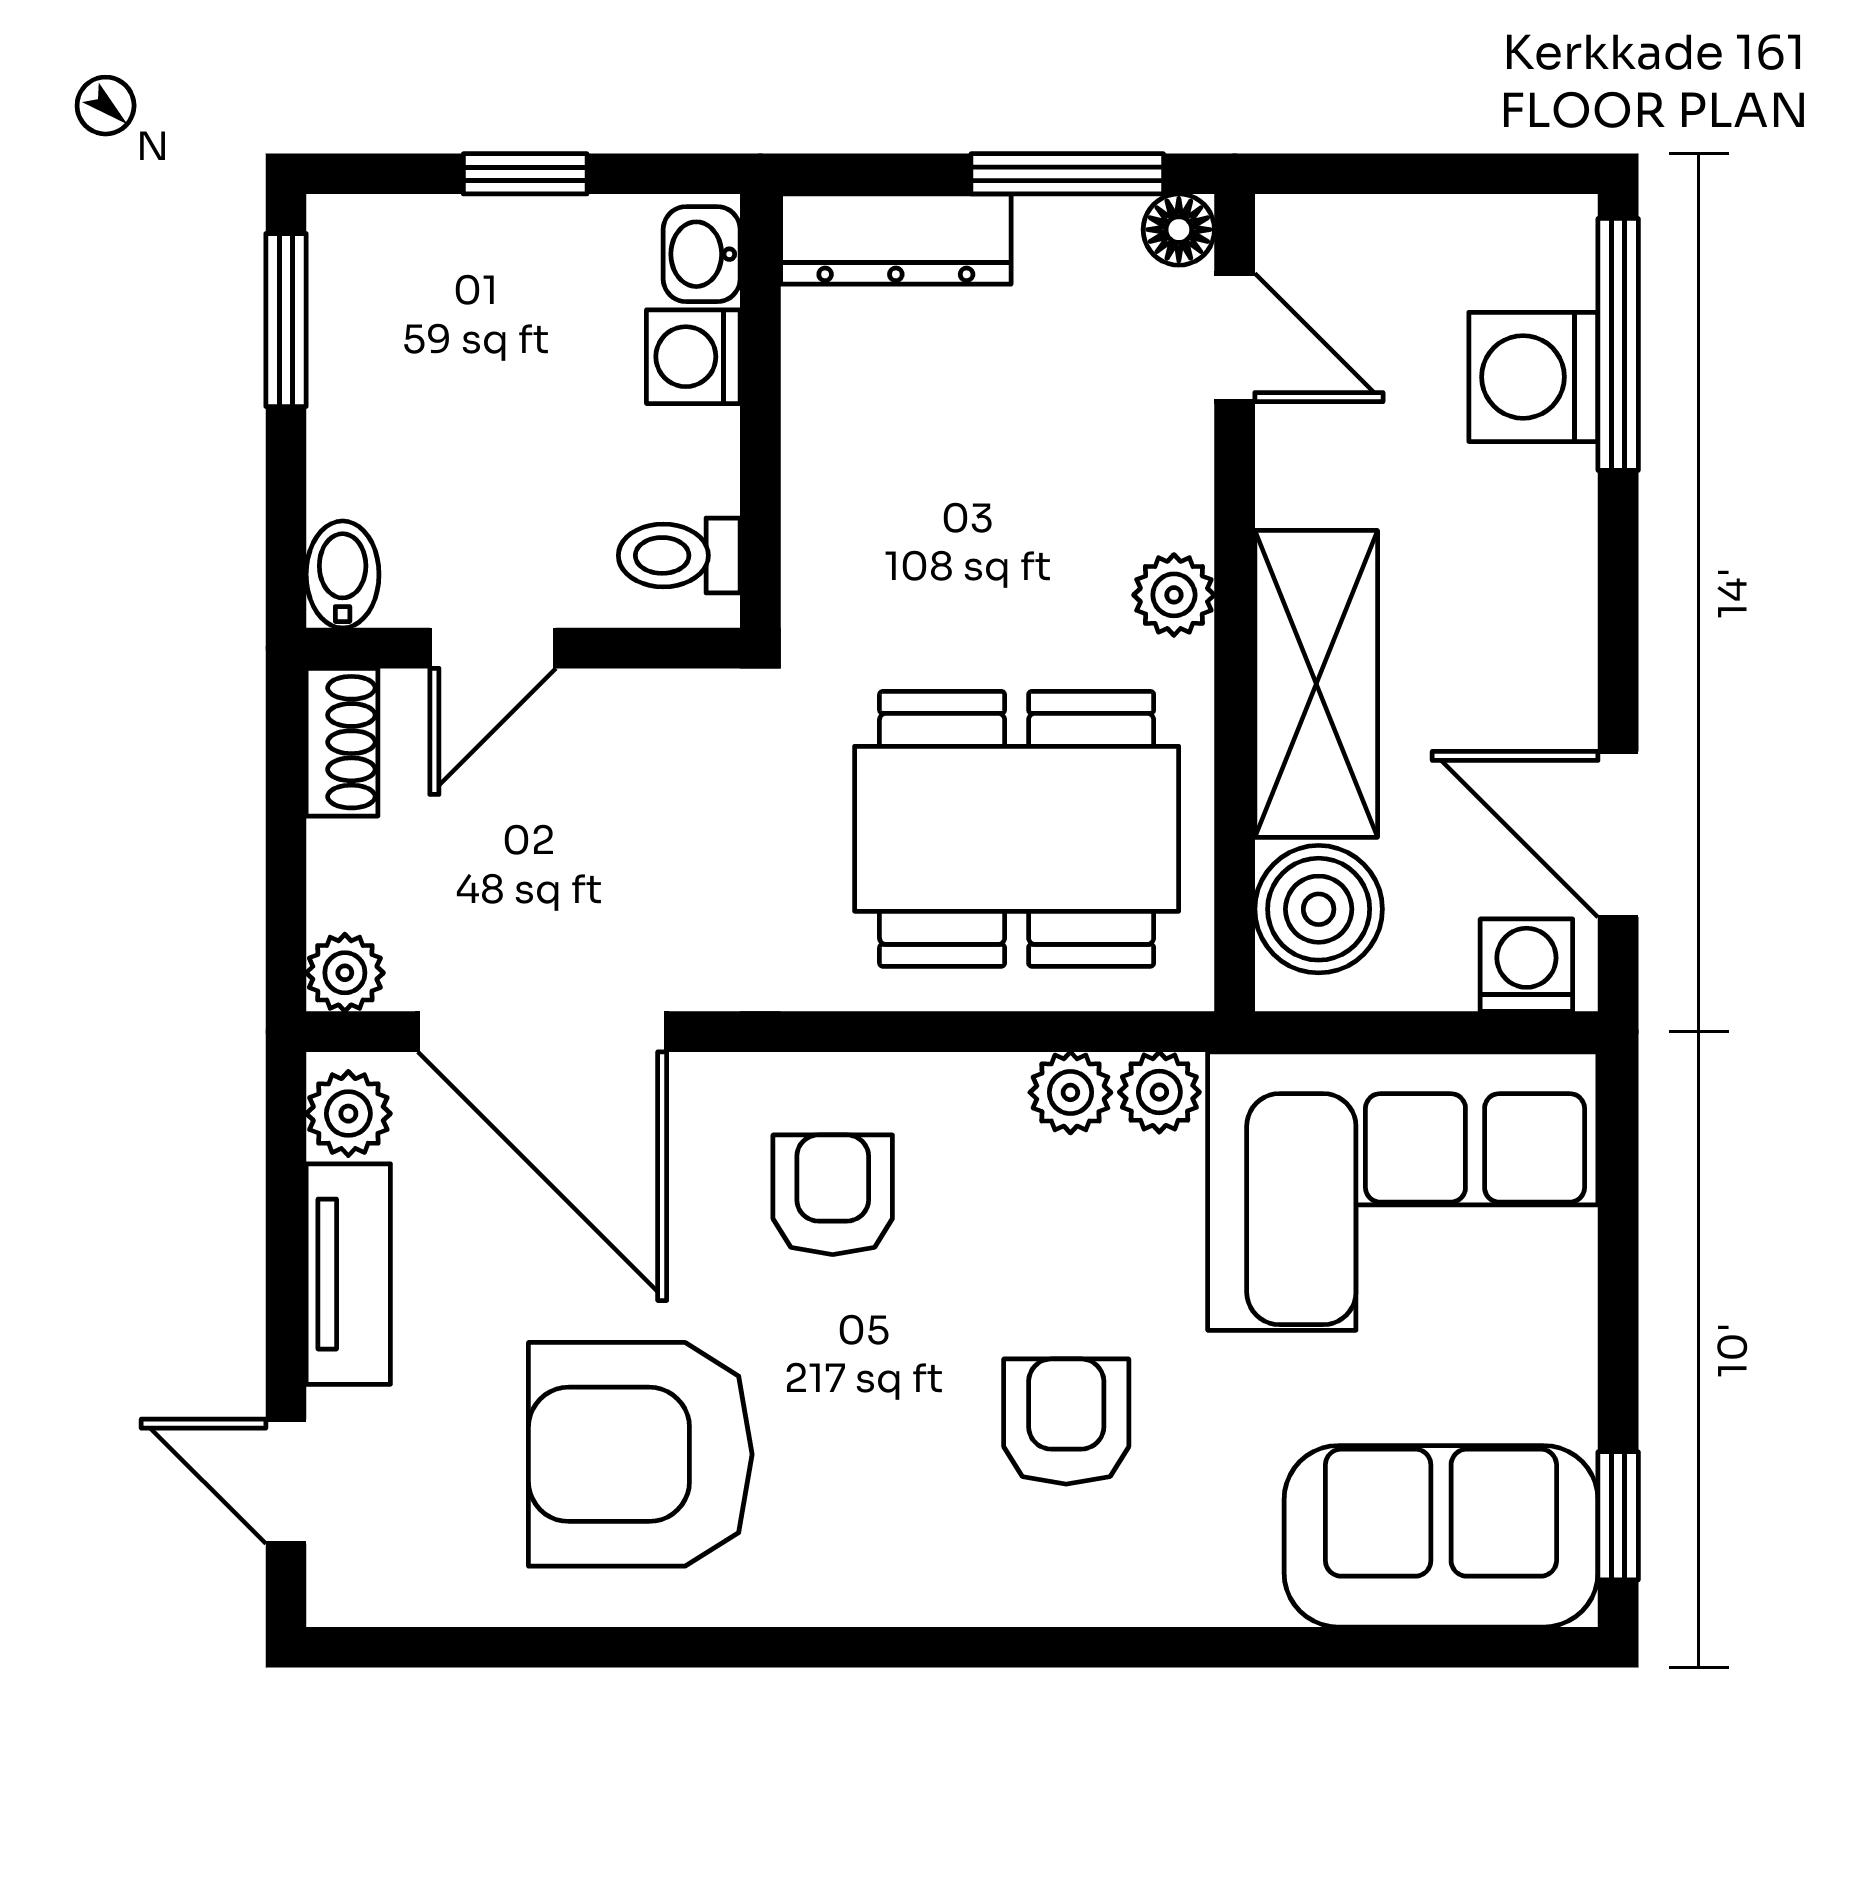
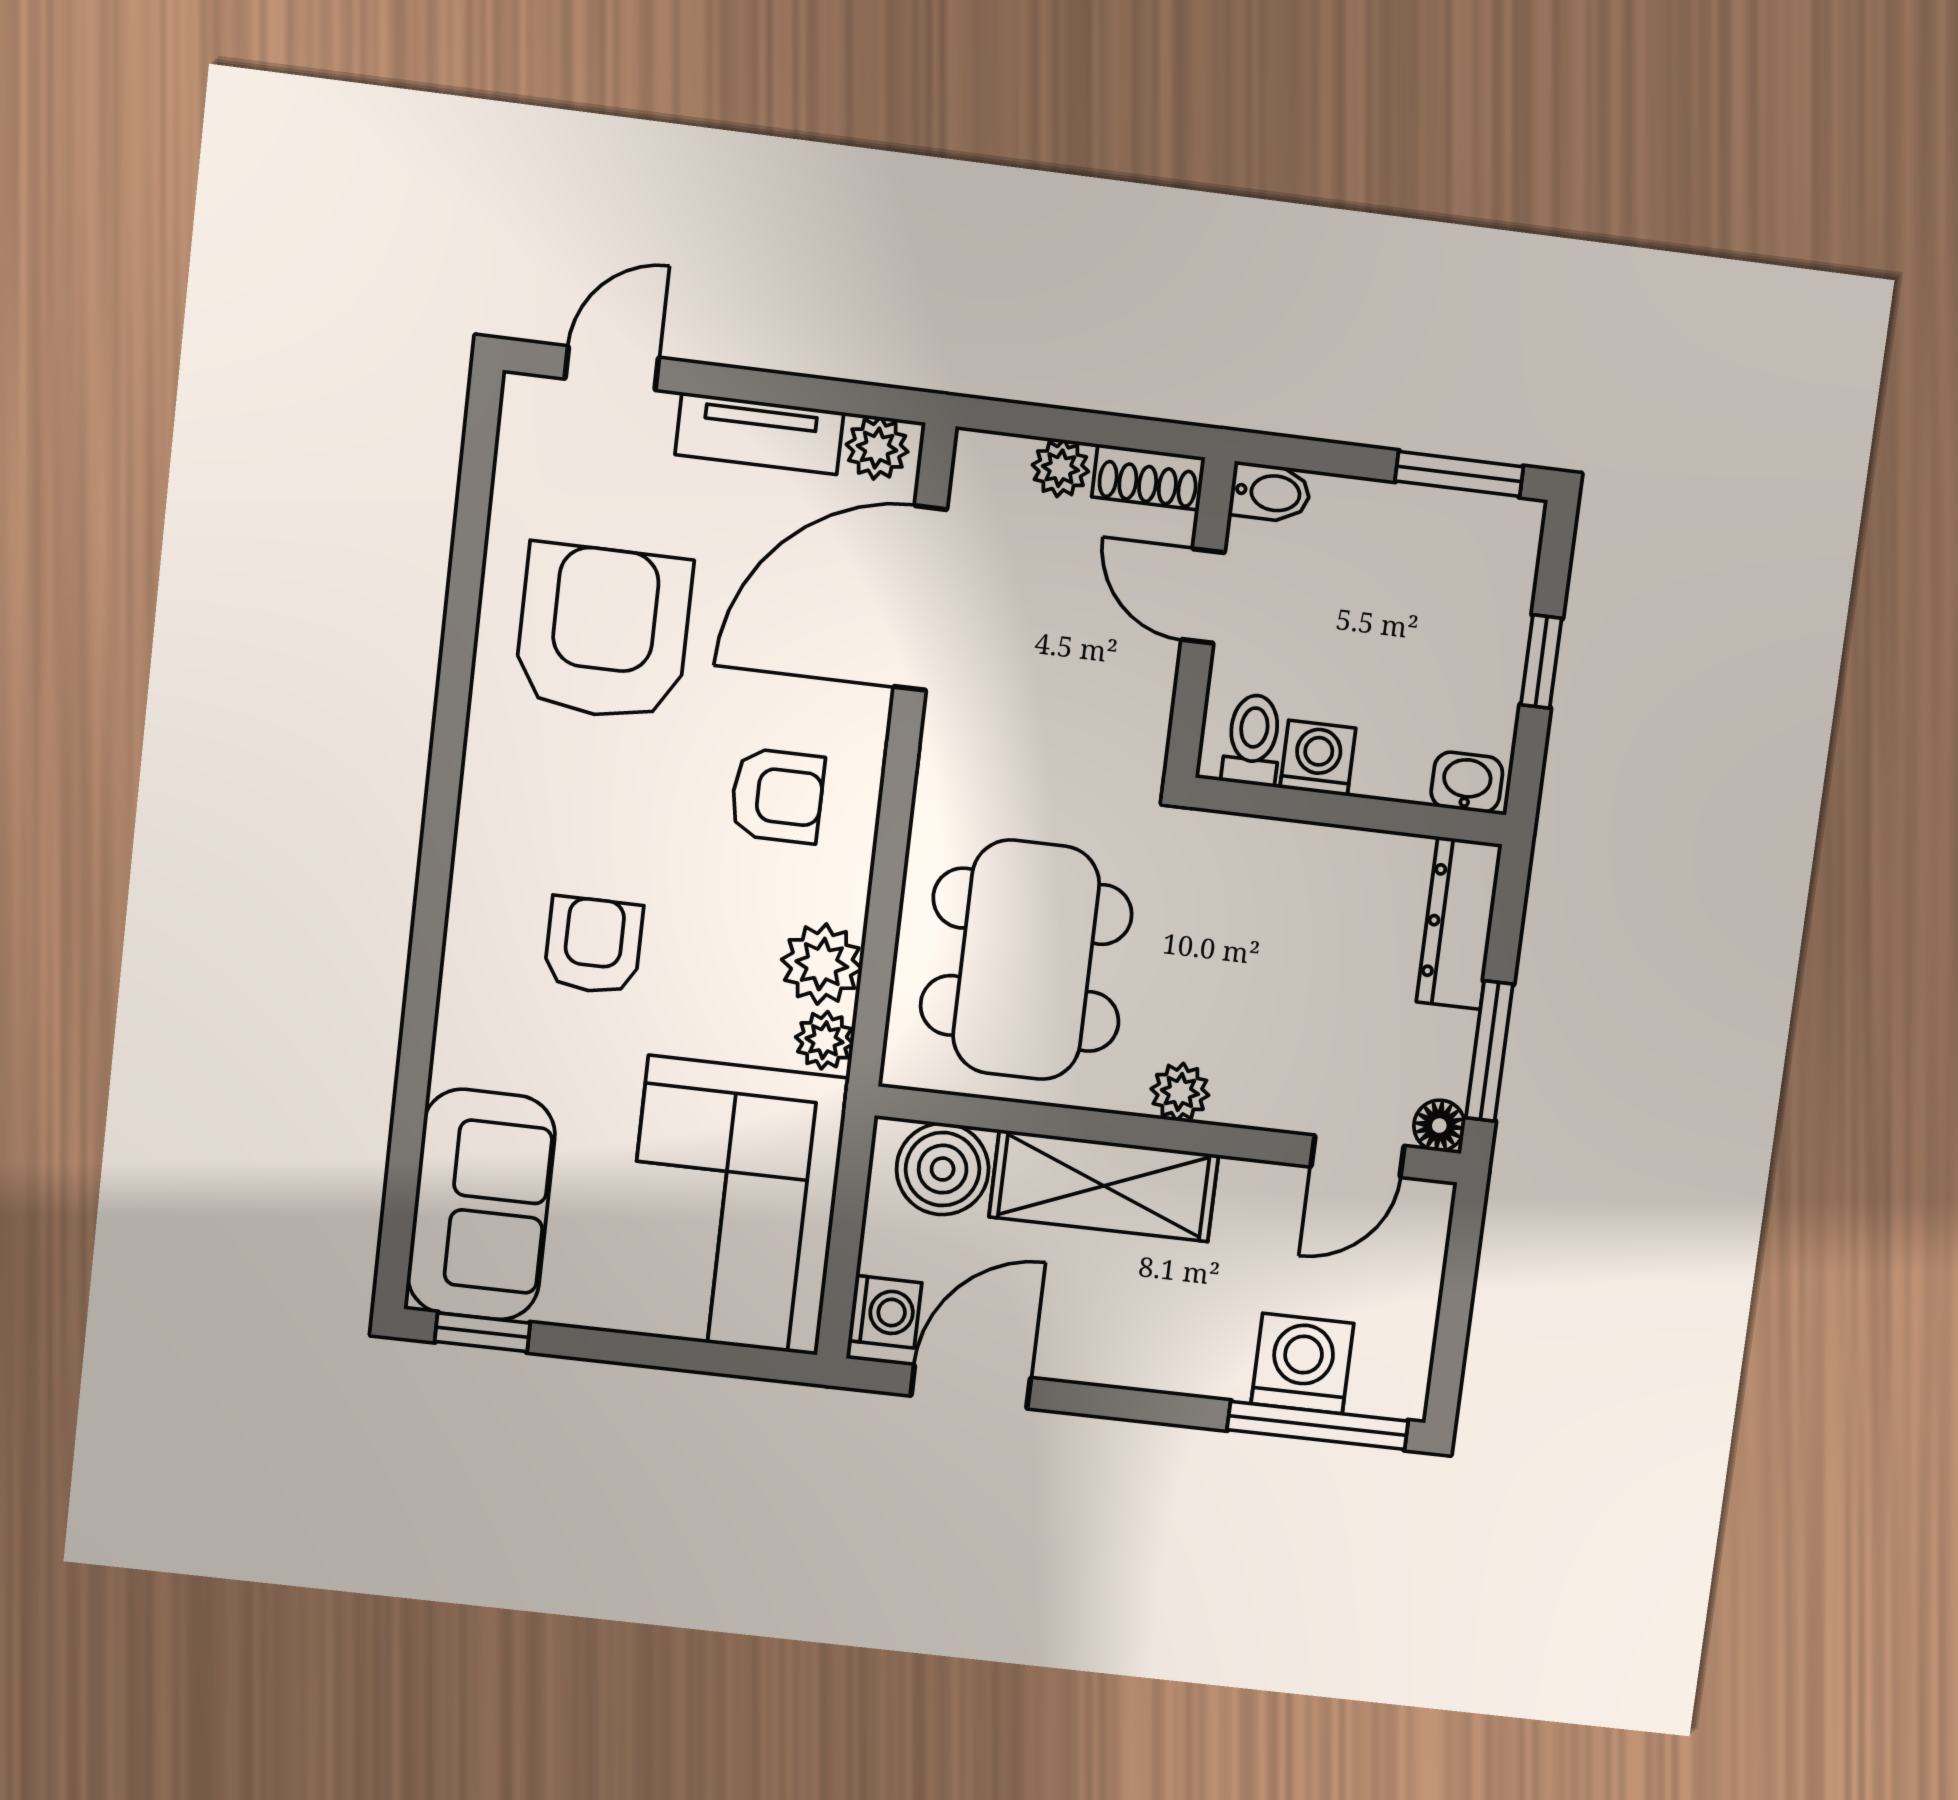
washing machine: (693, 357) -> (1318, 758), moved
plant: (345, 973) -> (1060, 468), moved
plant: (1070, 1092) -> (822, 964), width x1.38, depth x1.38
armchair: (1066, 1422) -> (593, 945), turned -90

